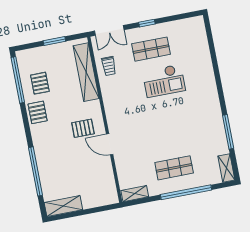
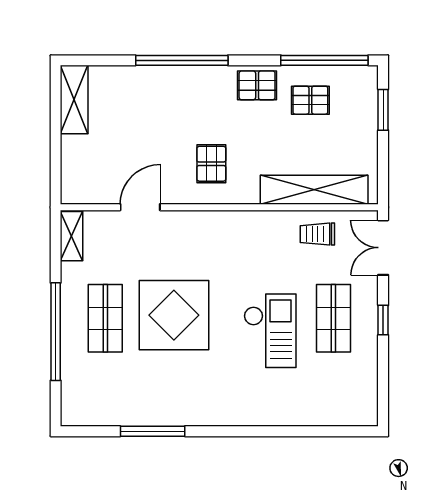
window: (54, 41) -> (383, 110), moved
checkout: (164, 81) -> (270, 331), turned 180
display table: (166, 132) -> (174, 315), added
door: (110, 144) -> (140, 207), moved
shelving: (226, 168) -> (86, 415), removed
window: (36, 171) -> (182, 60), moved

